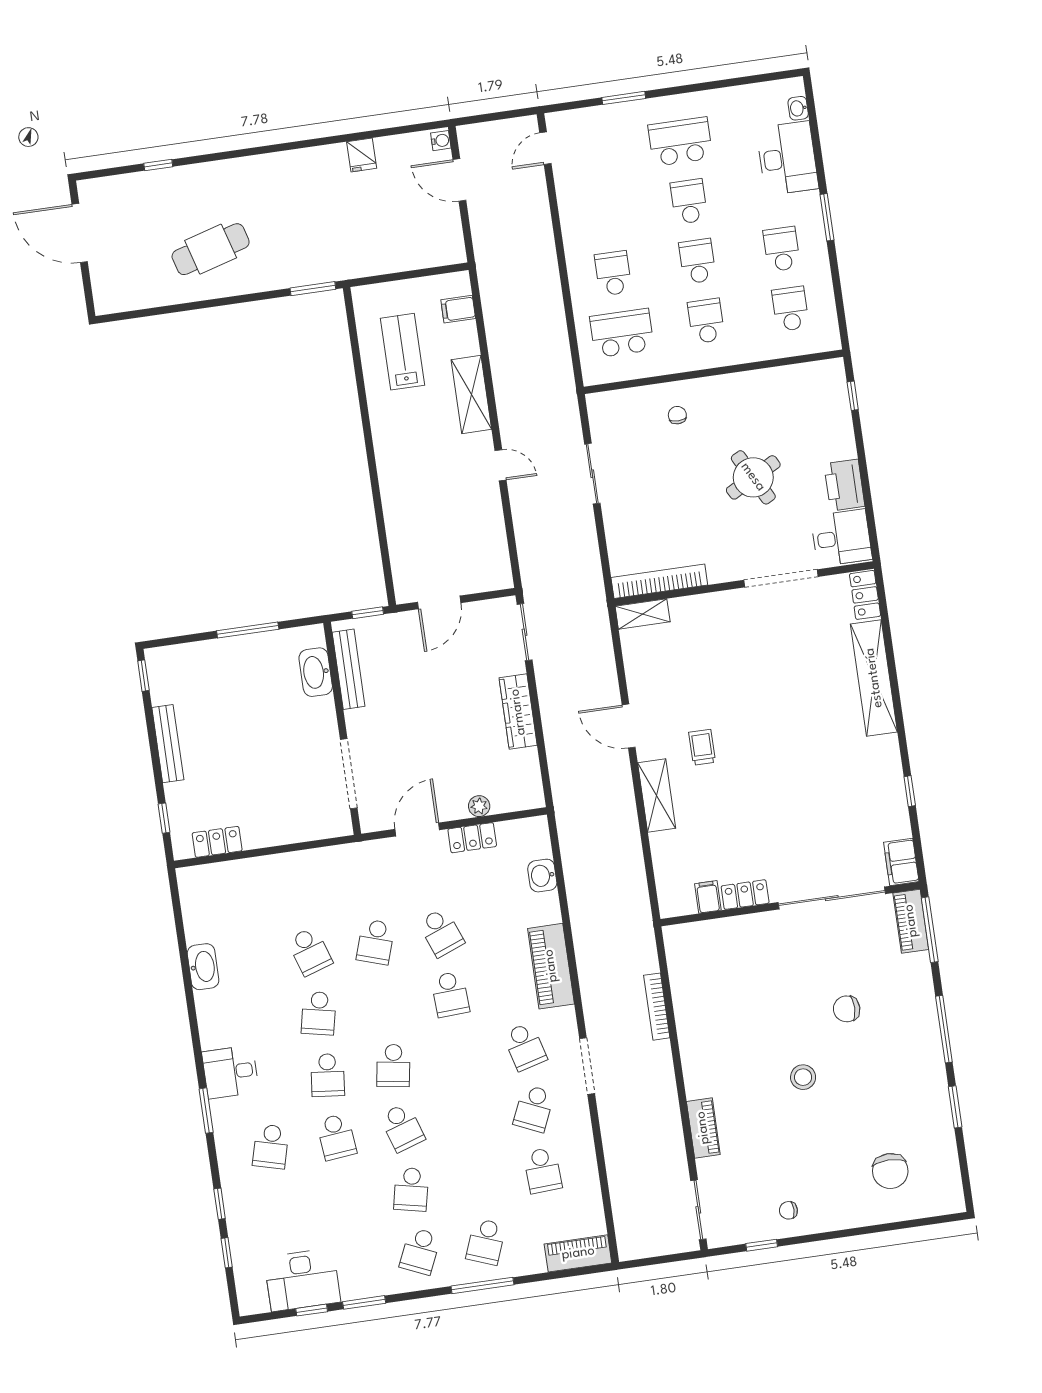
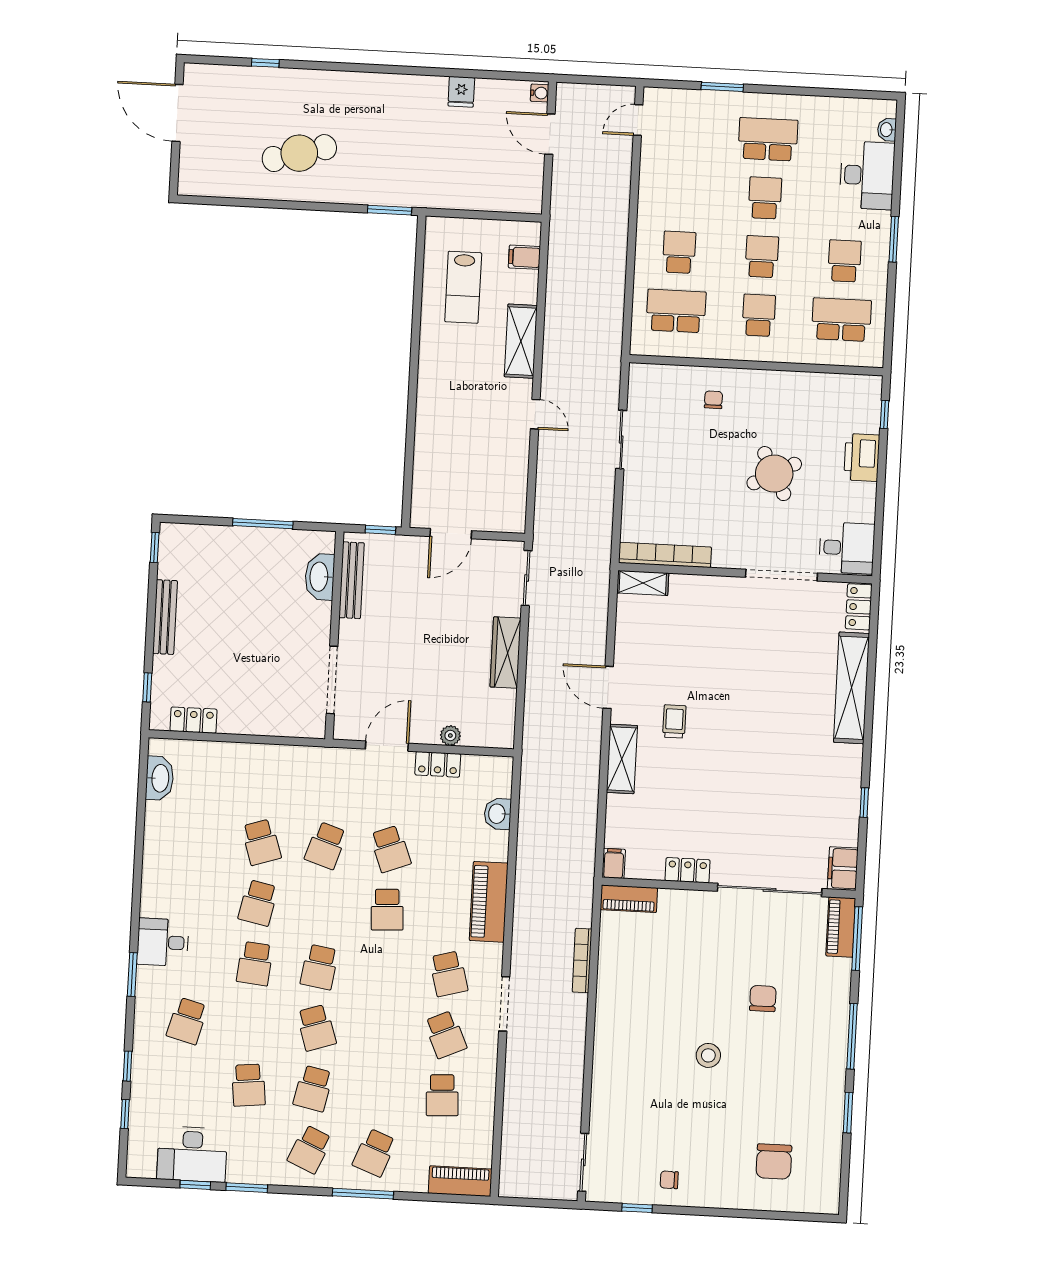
school desk: (790, 309) -> (841, 320), width x1.85
lab bench: (403, 352) -> (463, 287), turned 180
printer: (844, 485) -> (862, 457), moved
filing cabinet: (708, 897) -> (614, 863), moved
washbasin: (203, 967) -> (160, 778), moved
chair: (847, 1009) -> (763, 999), turned 90
school desk: (534, 1109) -> (445, 1034), turned -48
piano: (703, 1128) -> (629, 899), moved, turned 90
school desk: (336, 1137) -> (249, 1085), moved

